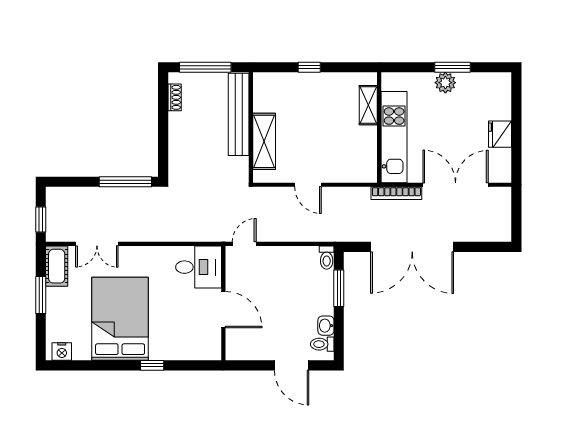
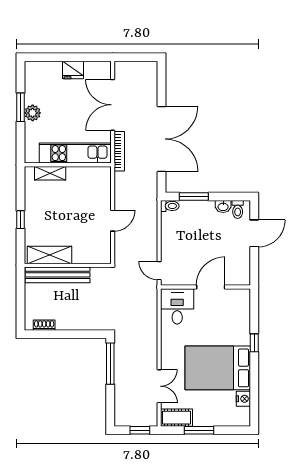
window: (205, 67) -> (21, 301), removed
shelving: (264, 141) -> (50, 255), moved
nightstand: (62, 352) -> (243, 399), moved

